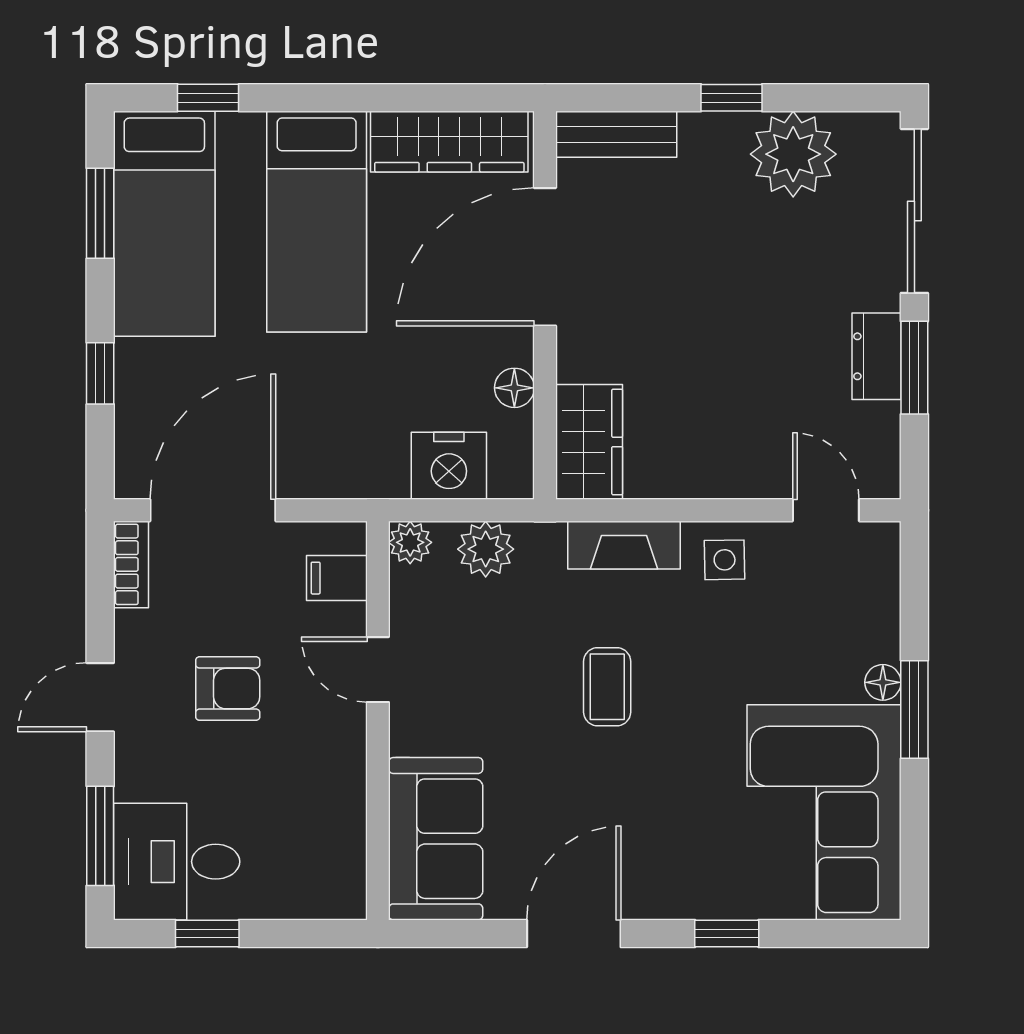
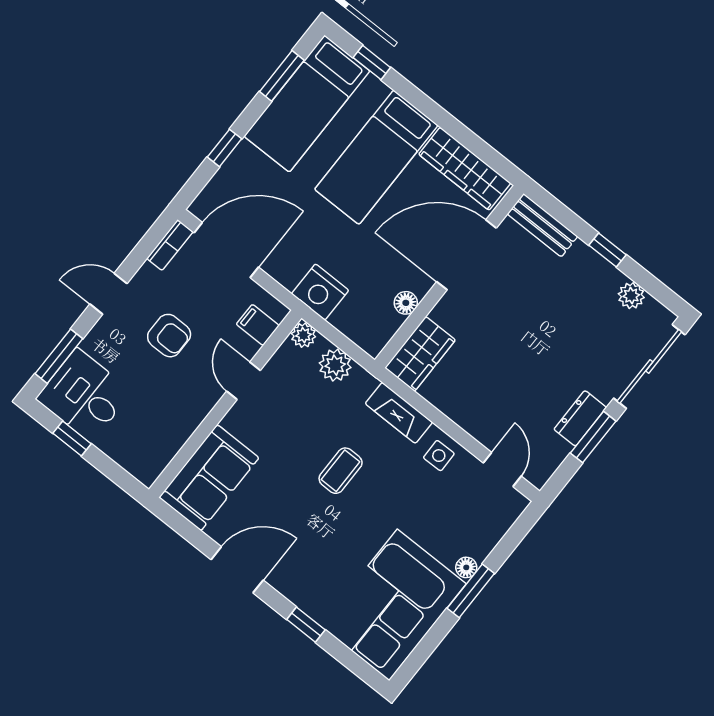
plant: (793, 154) -> (631, 296), width x0.53, depth x0.53
nightstand: (449, 466) -> (320, 292), moved

